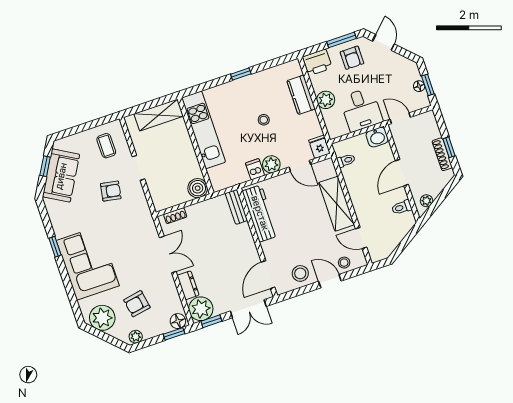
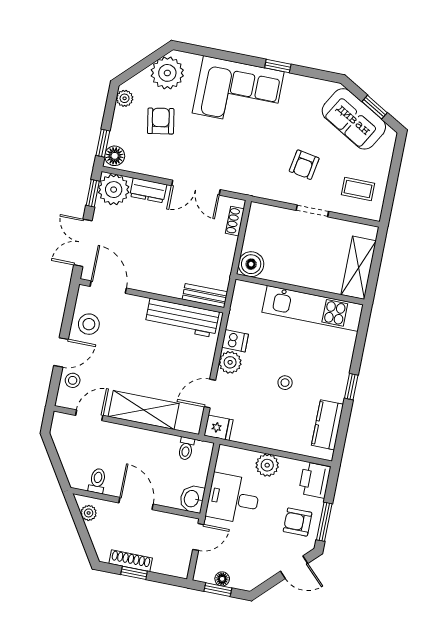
kitchen counter: (301, 95) -> (327, 425), moved, turned -90

